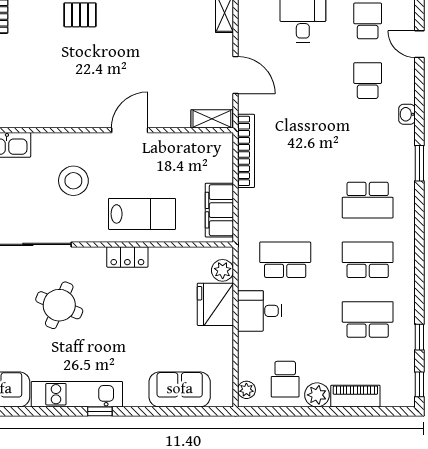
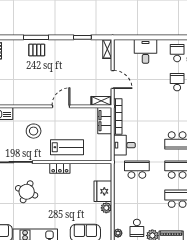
filing cabinet: (219, 210) -> (105, 121), moved
plant: (223, 270) -> (106, 208), moved
desk: (260, 311) -> (124, 145), moved

